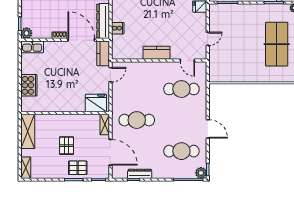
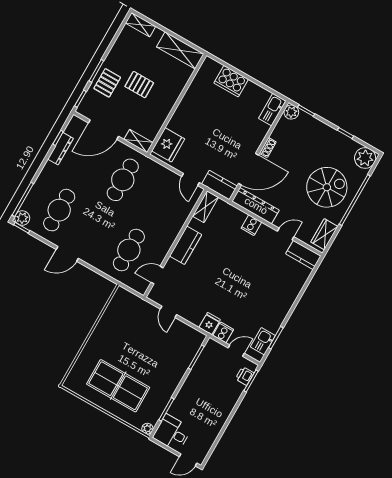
cooker: (118, 28) -> (251, 225), moved
shelving: (123, 54) -> (205, 207), added

